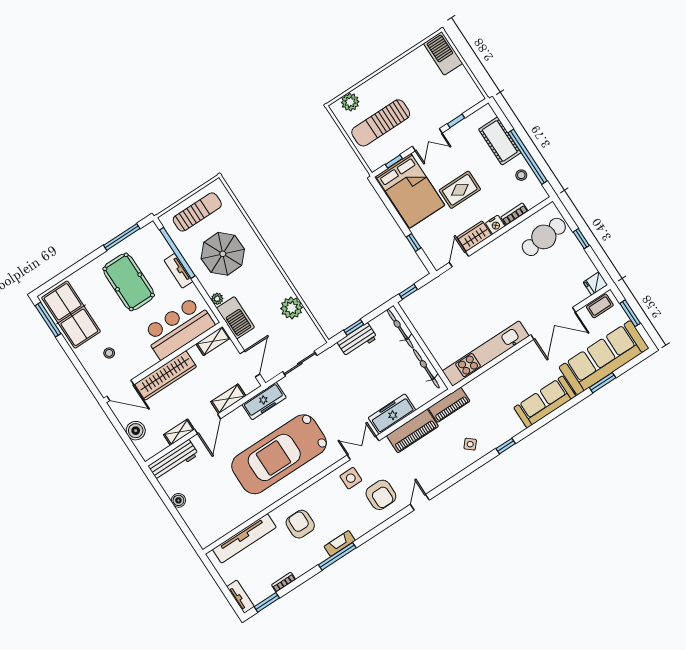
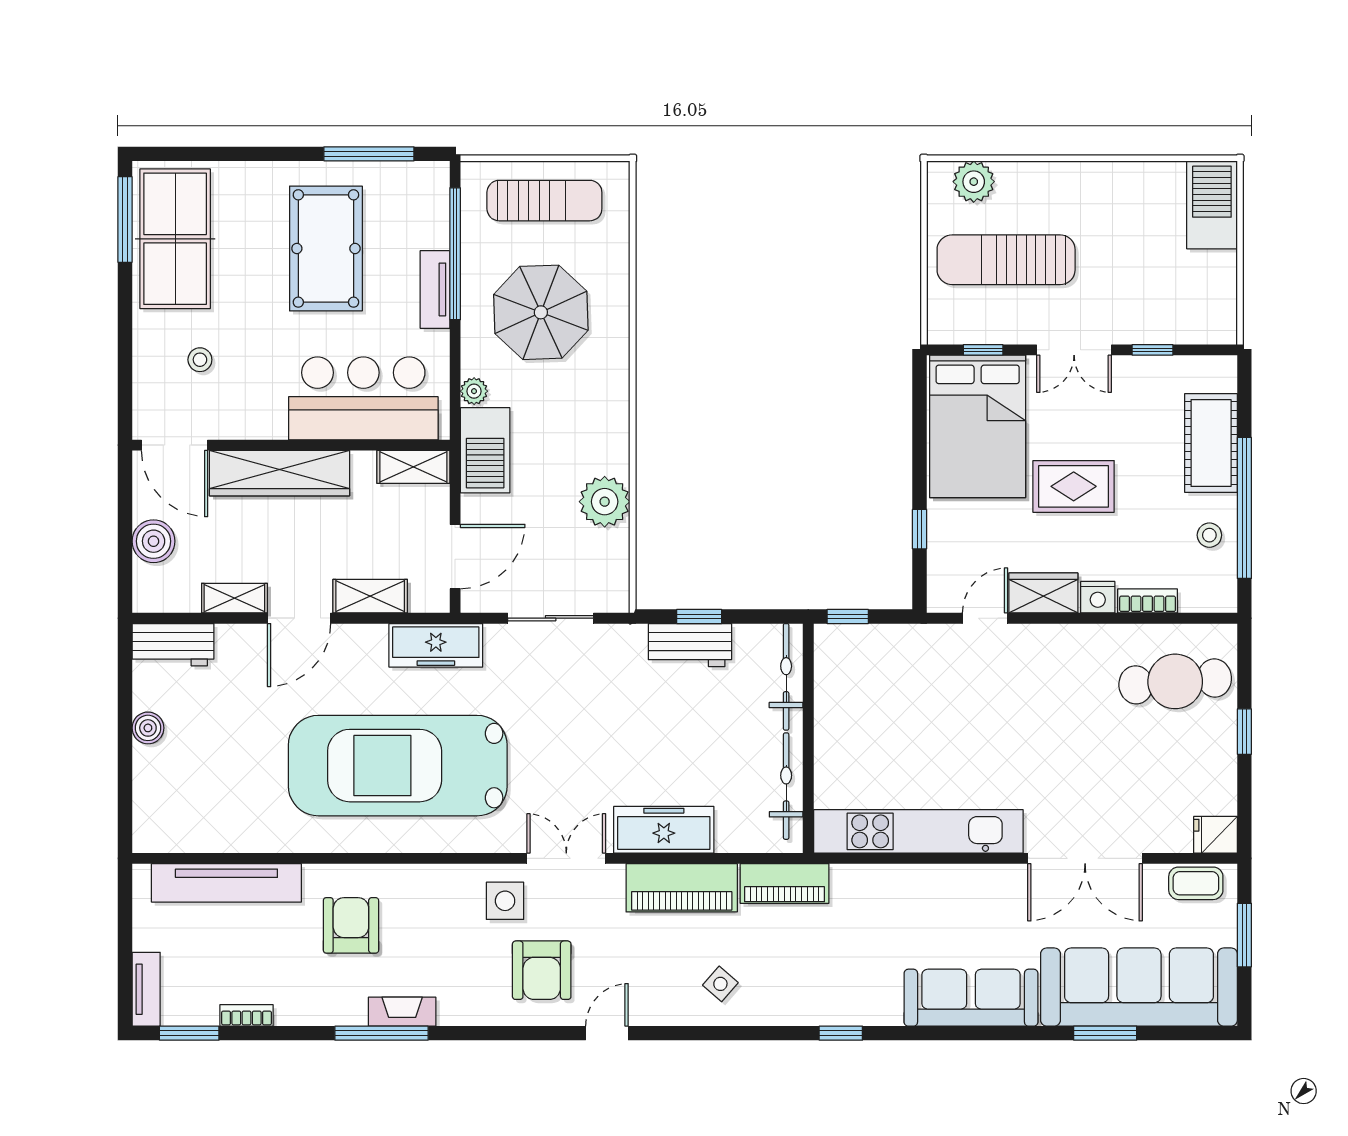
side table: (470, 444) -> (720, 984), moved
workbench: (173, 460) -> (173, 645), width x0.73

